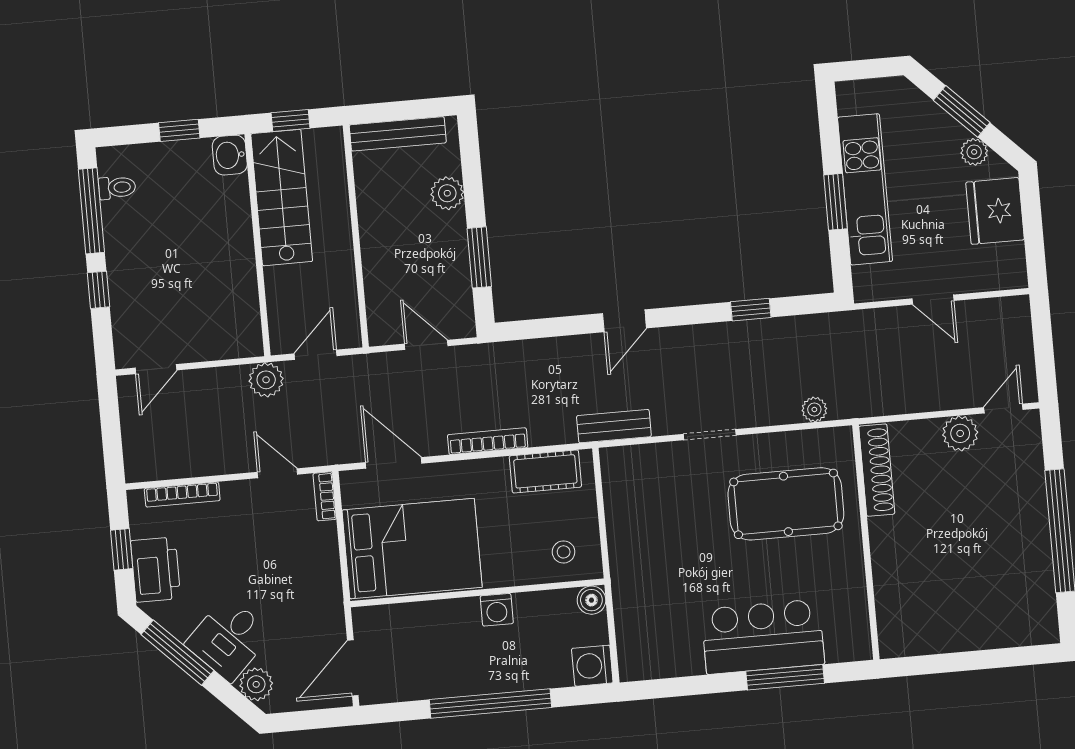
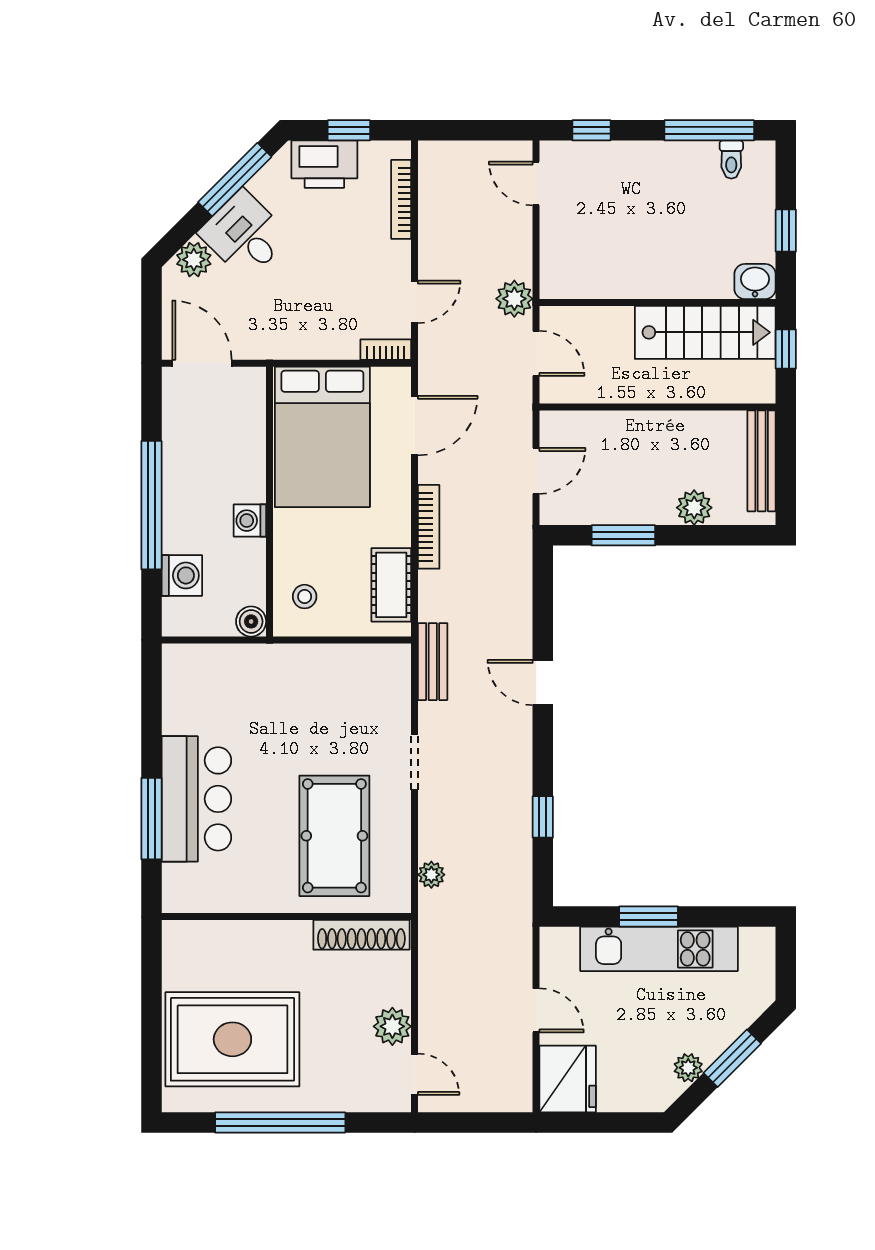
fridge: (995, 211) -> (568, 1079), moved, turned 90
window: (99, 290) -> (591, 130), moved
door: (933, 300) -> (536, 1010), swing flipped
rug: (986, 583) -> (232, 1039), added
washing machine: (592, 666) -> (182, 575), moved, turned 90

